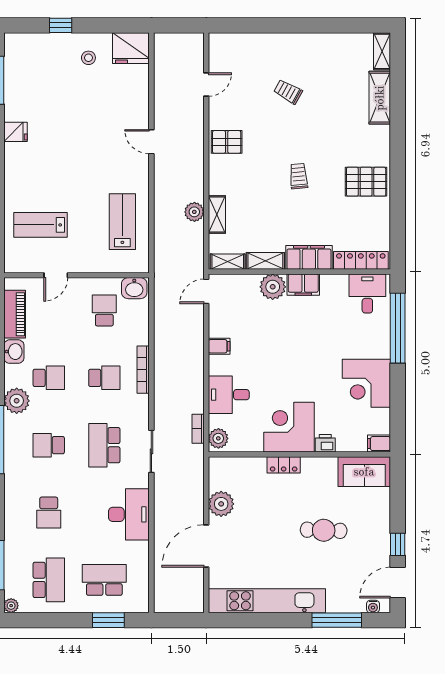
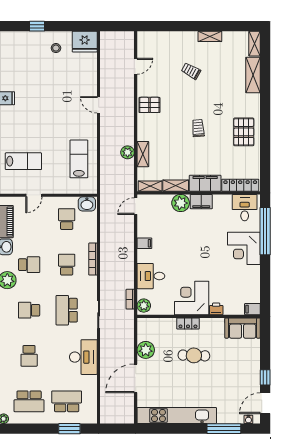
shelving: (316, 41) -> (210, 36), added
pallet: (366, 182) -> (244, 132), turned 90
lab bench: (40, 225) -> (23, 161), turned 180
school desk: (104, 378) -> (67, 265), turned -90
corner desk: (366, 383) -> (244, 248), moved
cafe table: (324, 530) -> (194, 355), moved
school desk: (49, 580) -> (29, 401), turned 90

